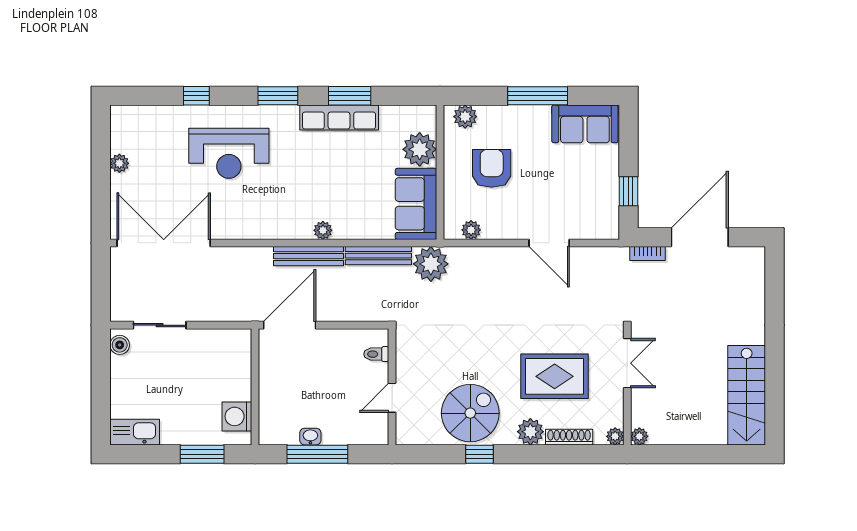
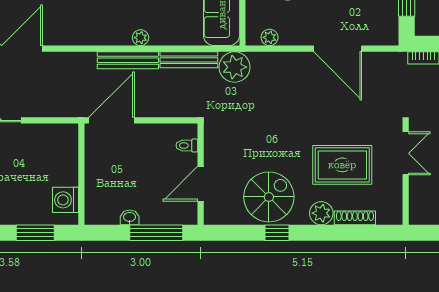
door: (549, 243) -> (338, 49), width x1.36
door: (392, 398) -> (201, 184), width x1.38
plant: (615, 436) -> (395, 217), removed
plant: (639, 436) -> (416, 217), removed
window: (317, 454) -> (156, 233), moved

